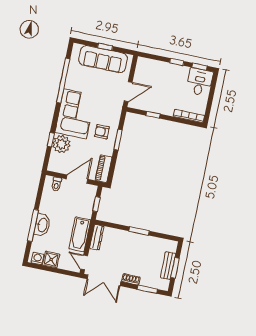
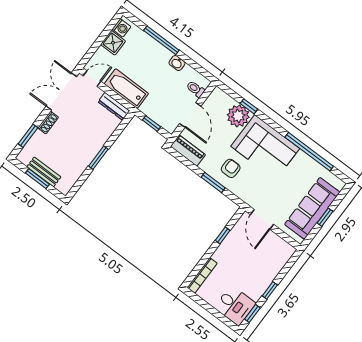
washbasin: (42, 225) -> (177, 63), moved, width x0.52, depth x0.69

